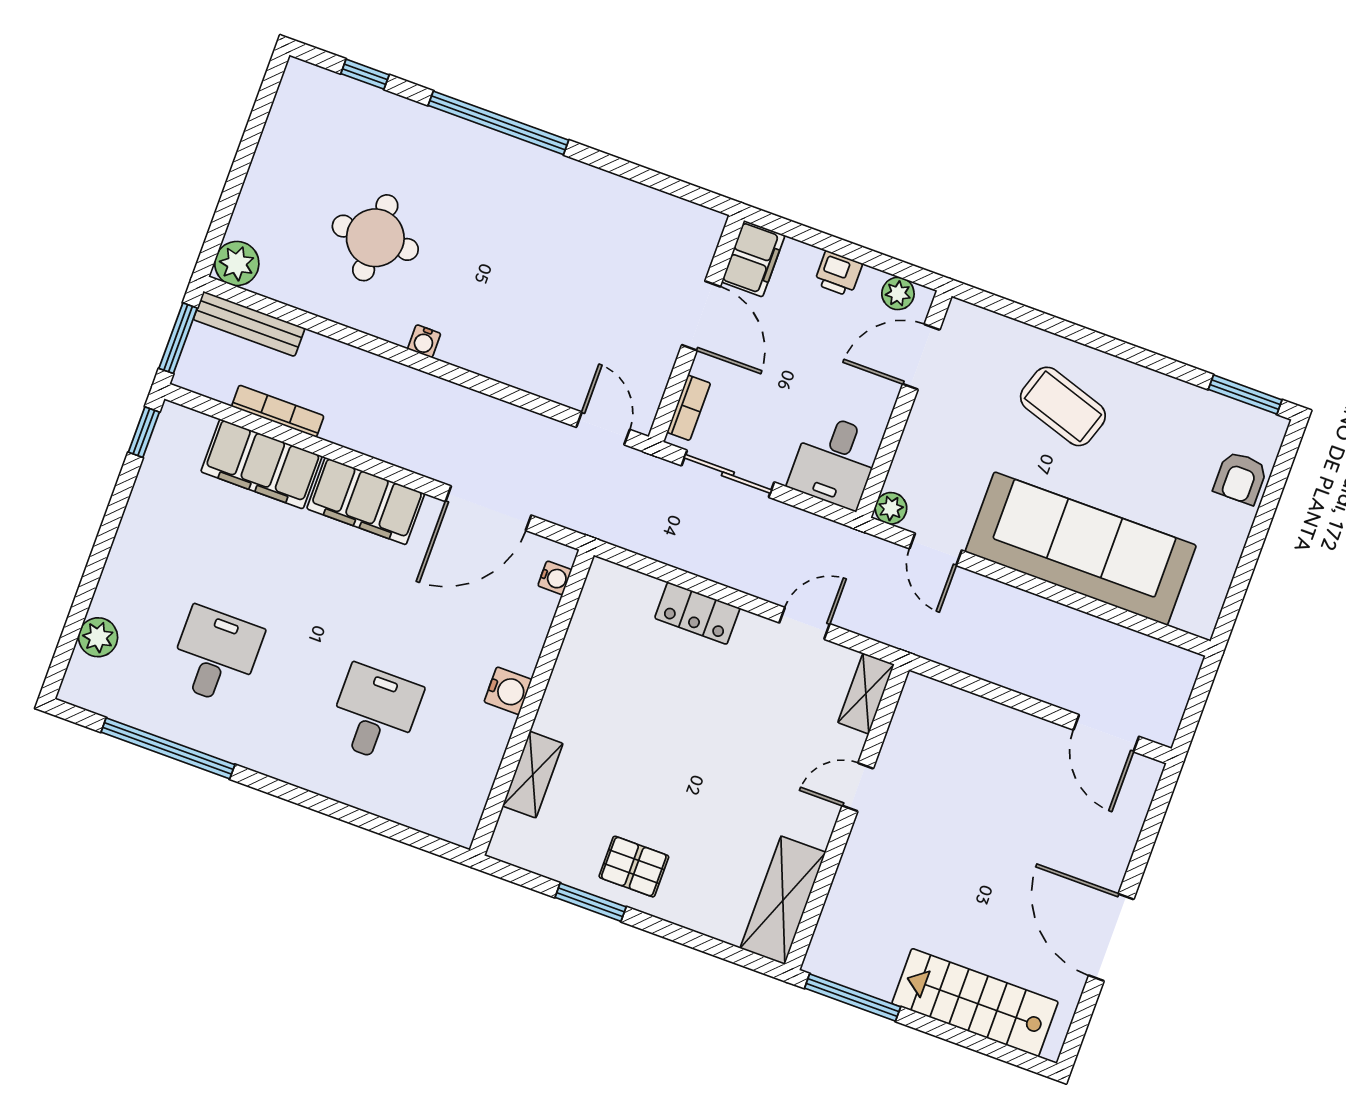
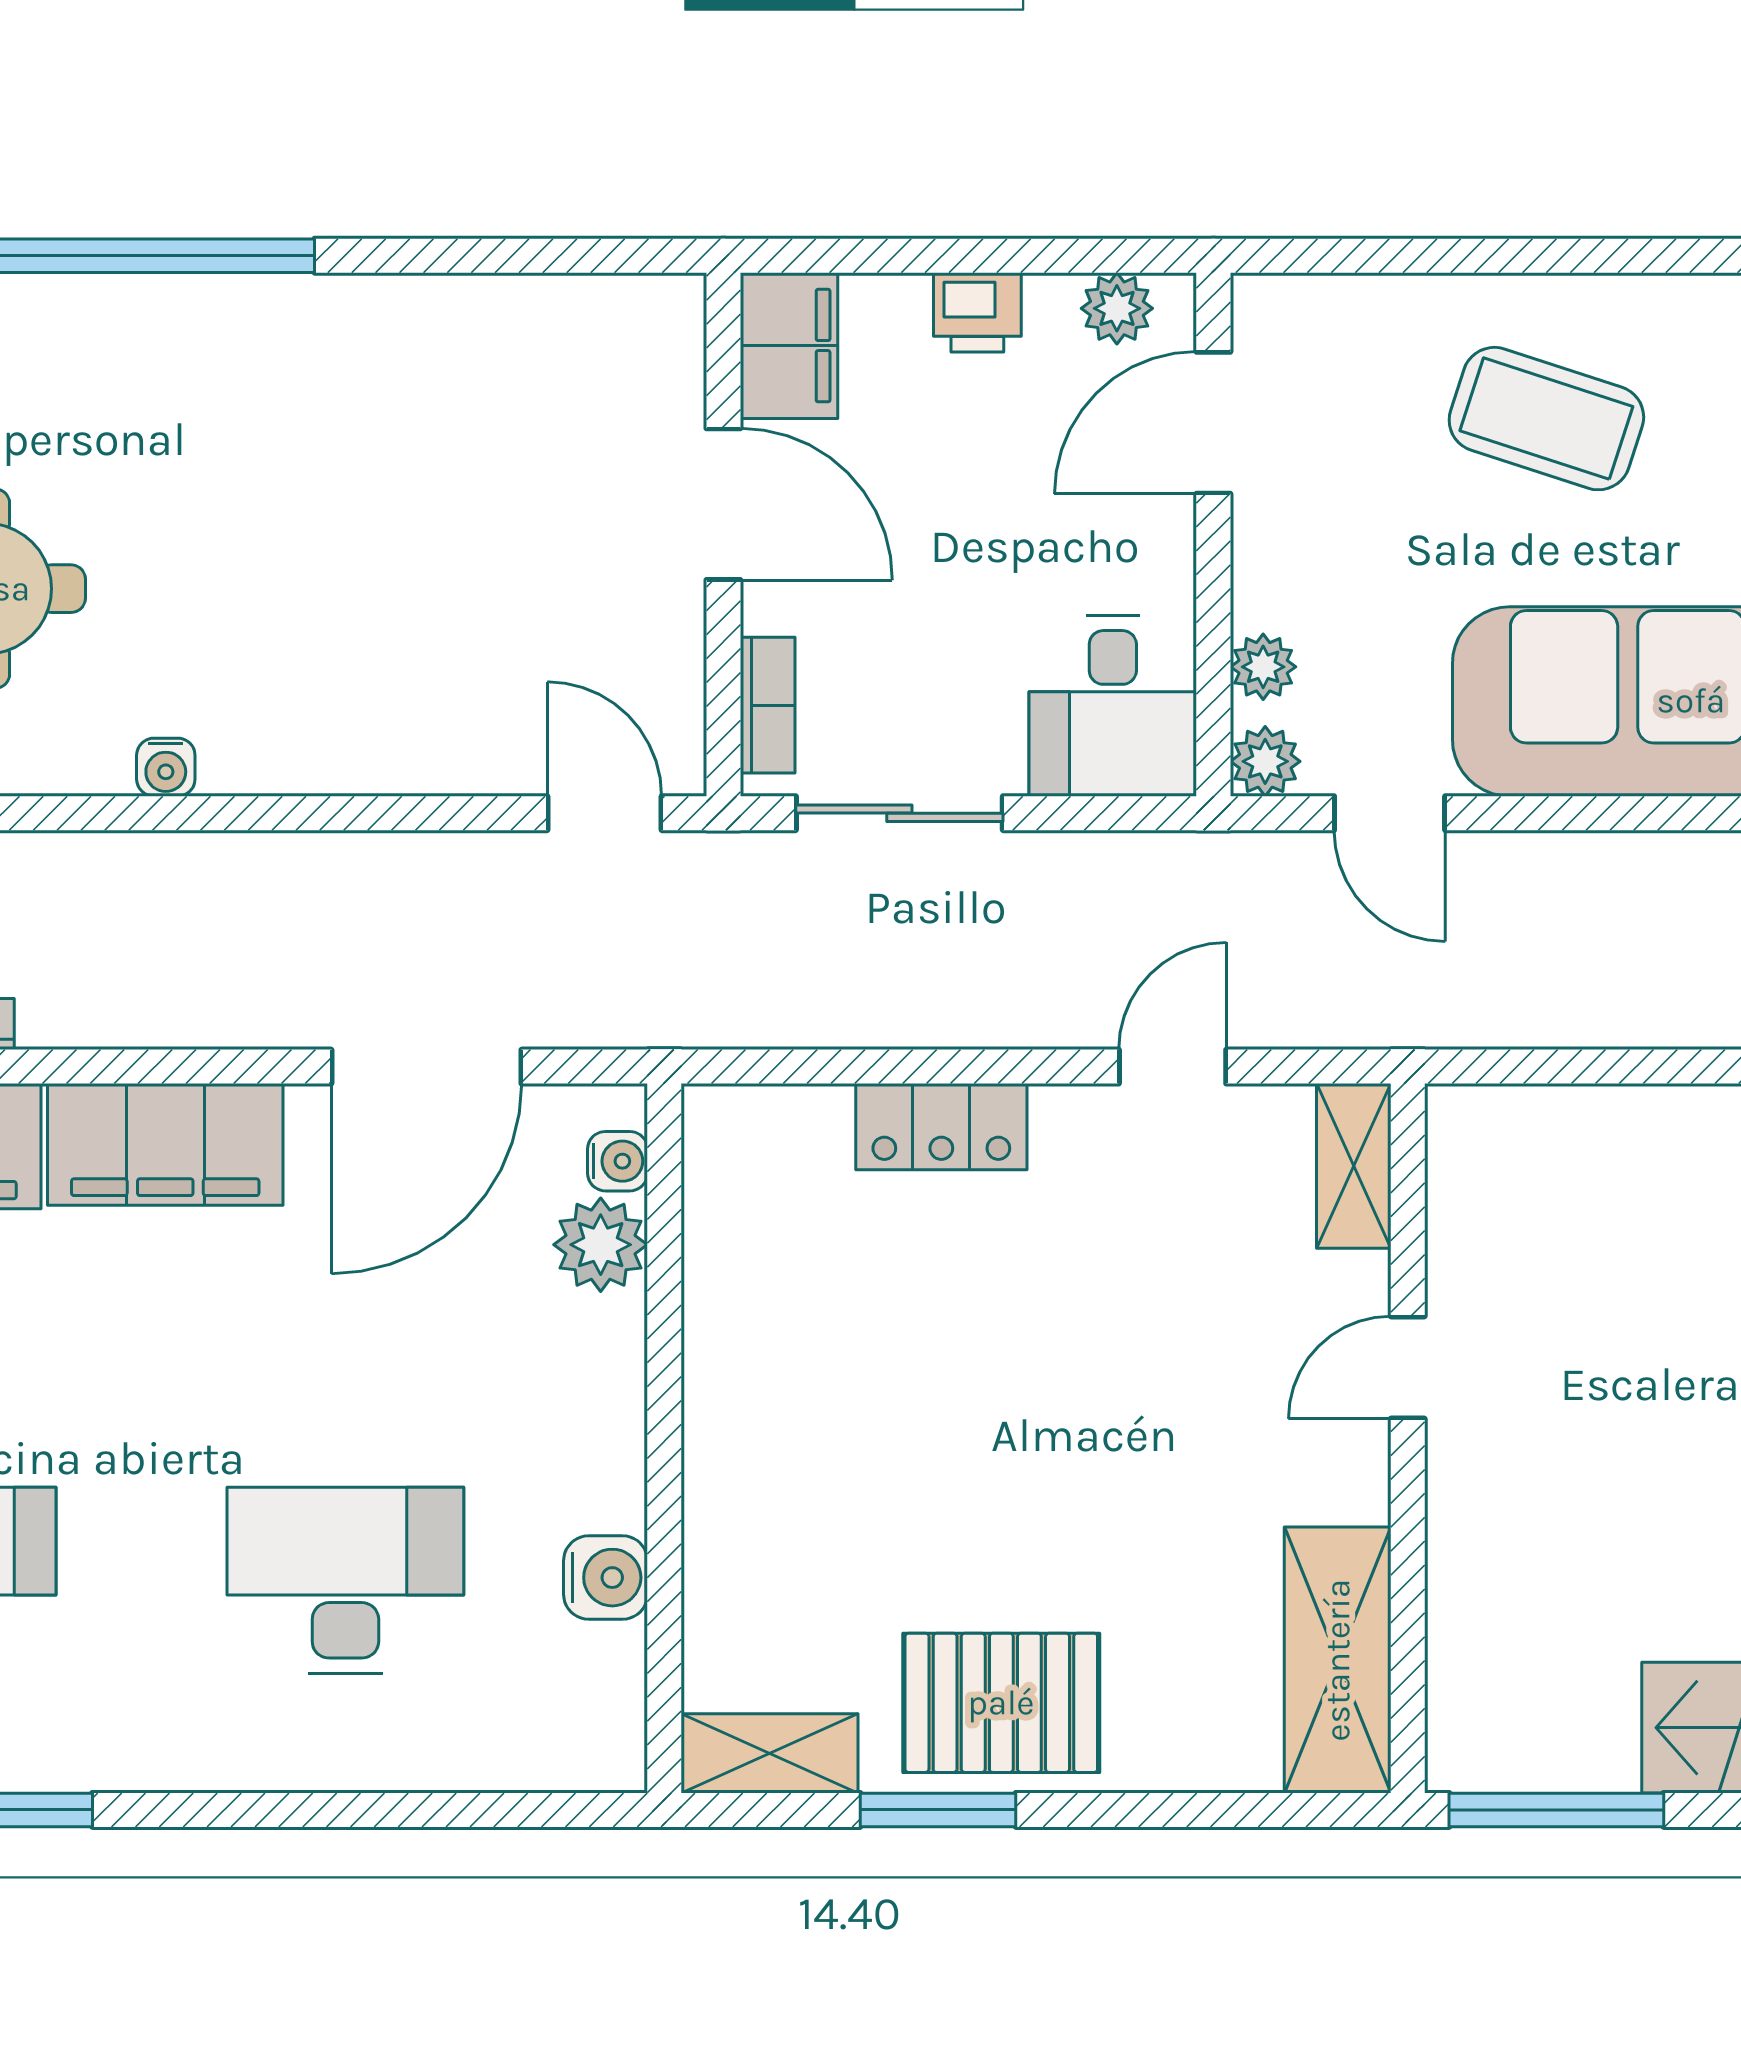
plant: (905, 468) -> (1263, 667), added
plant: (535, 611) -> (601, 1245), added
water cooler: (508, 691) -> (606, 1578), moved
desk: (375, 713) -> (345, 1580), width x1.37
shelving: (533, 775) -> (769, 1753), moved, turned 90
pallet: (634, 867) -> (1001, 1703), width x1.50, depth x1.42

